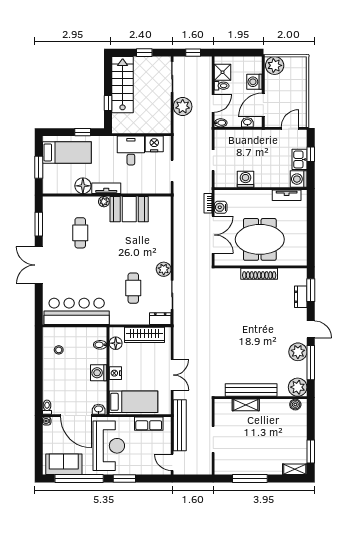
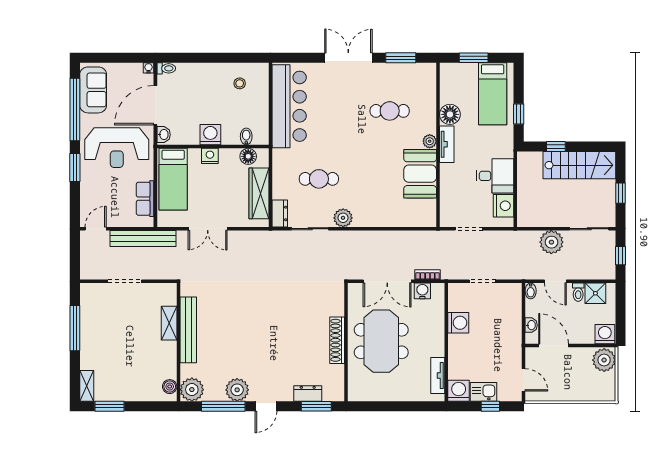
washing machine: (254, 82) -> (605, 334), moved

